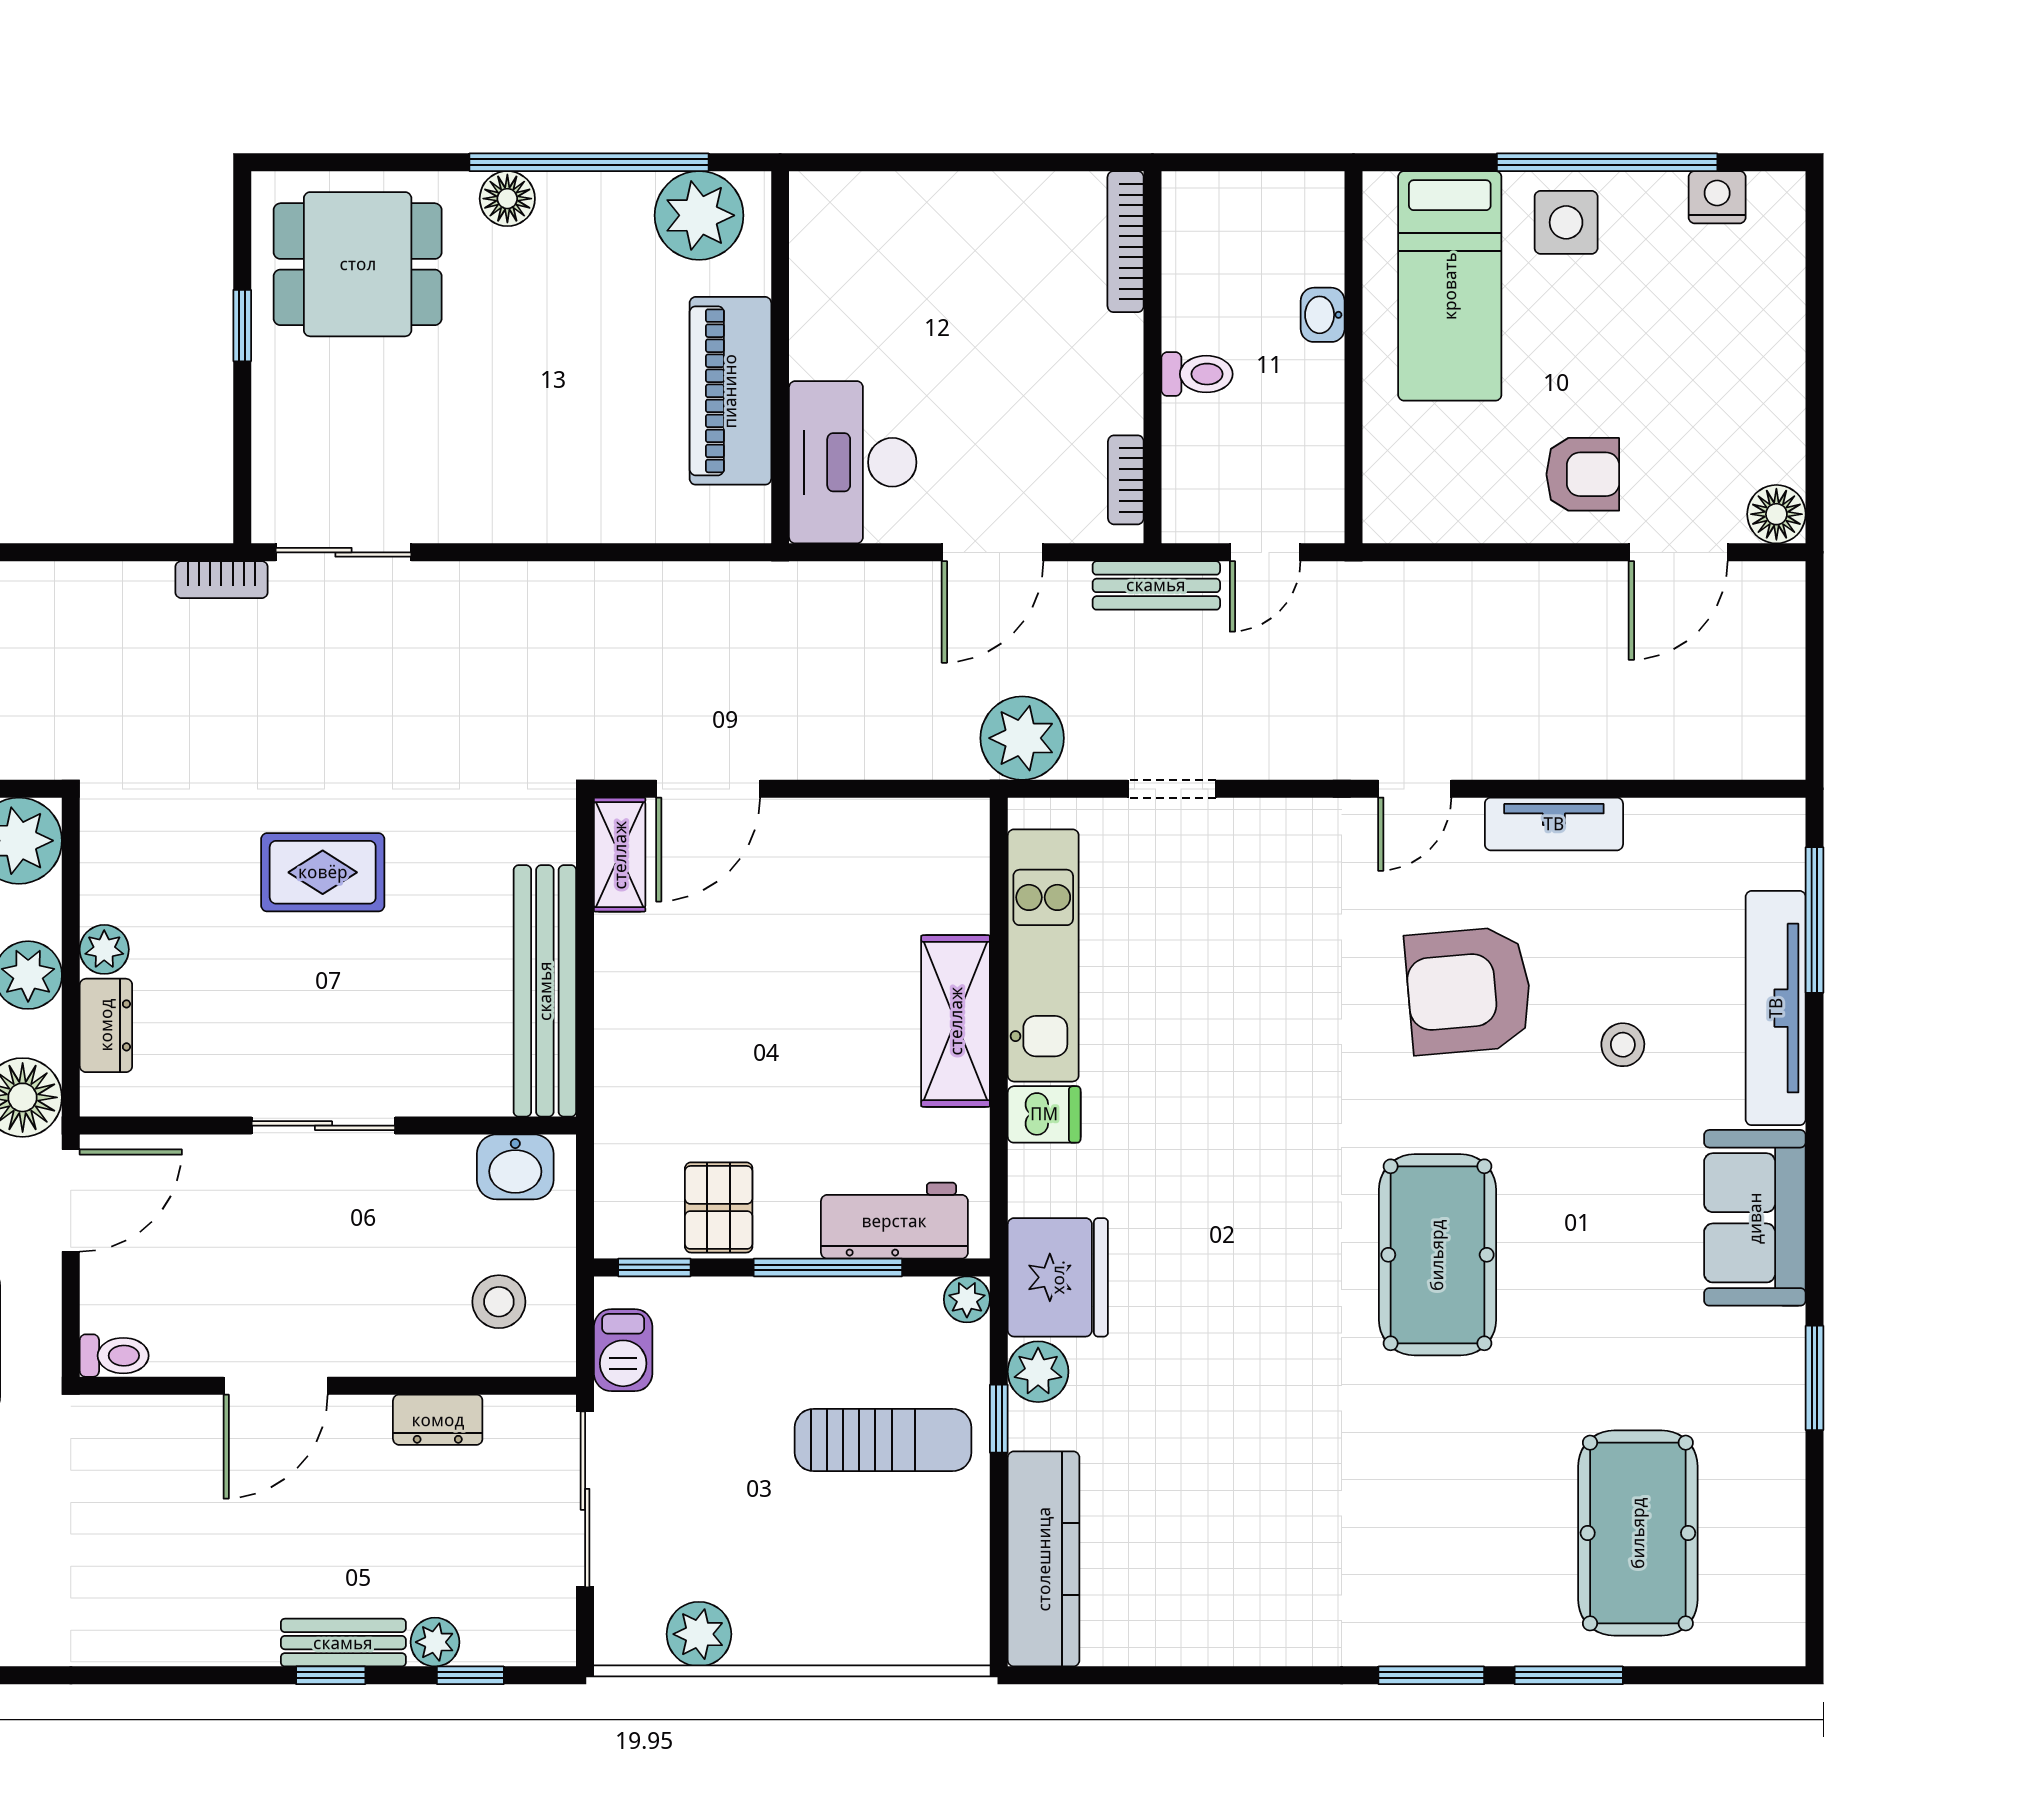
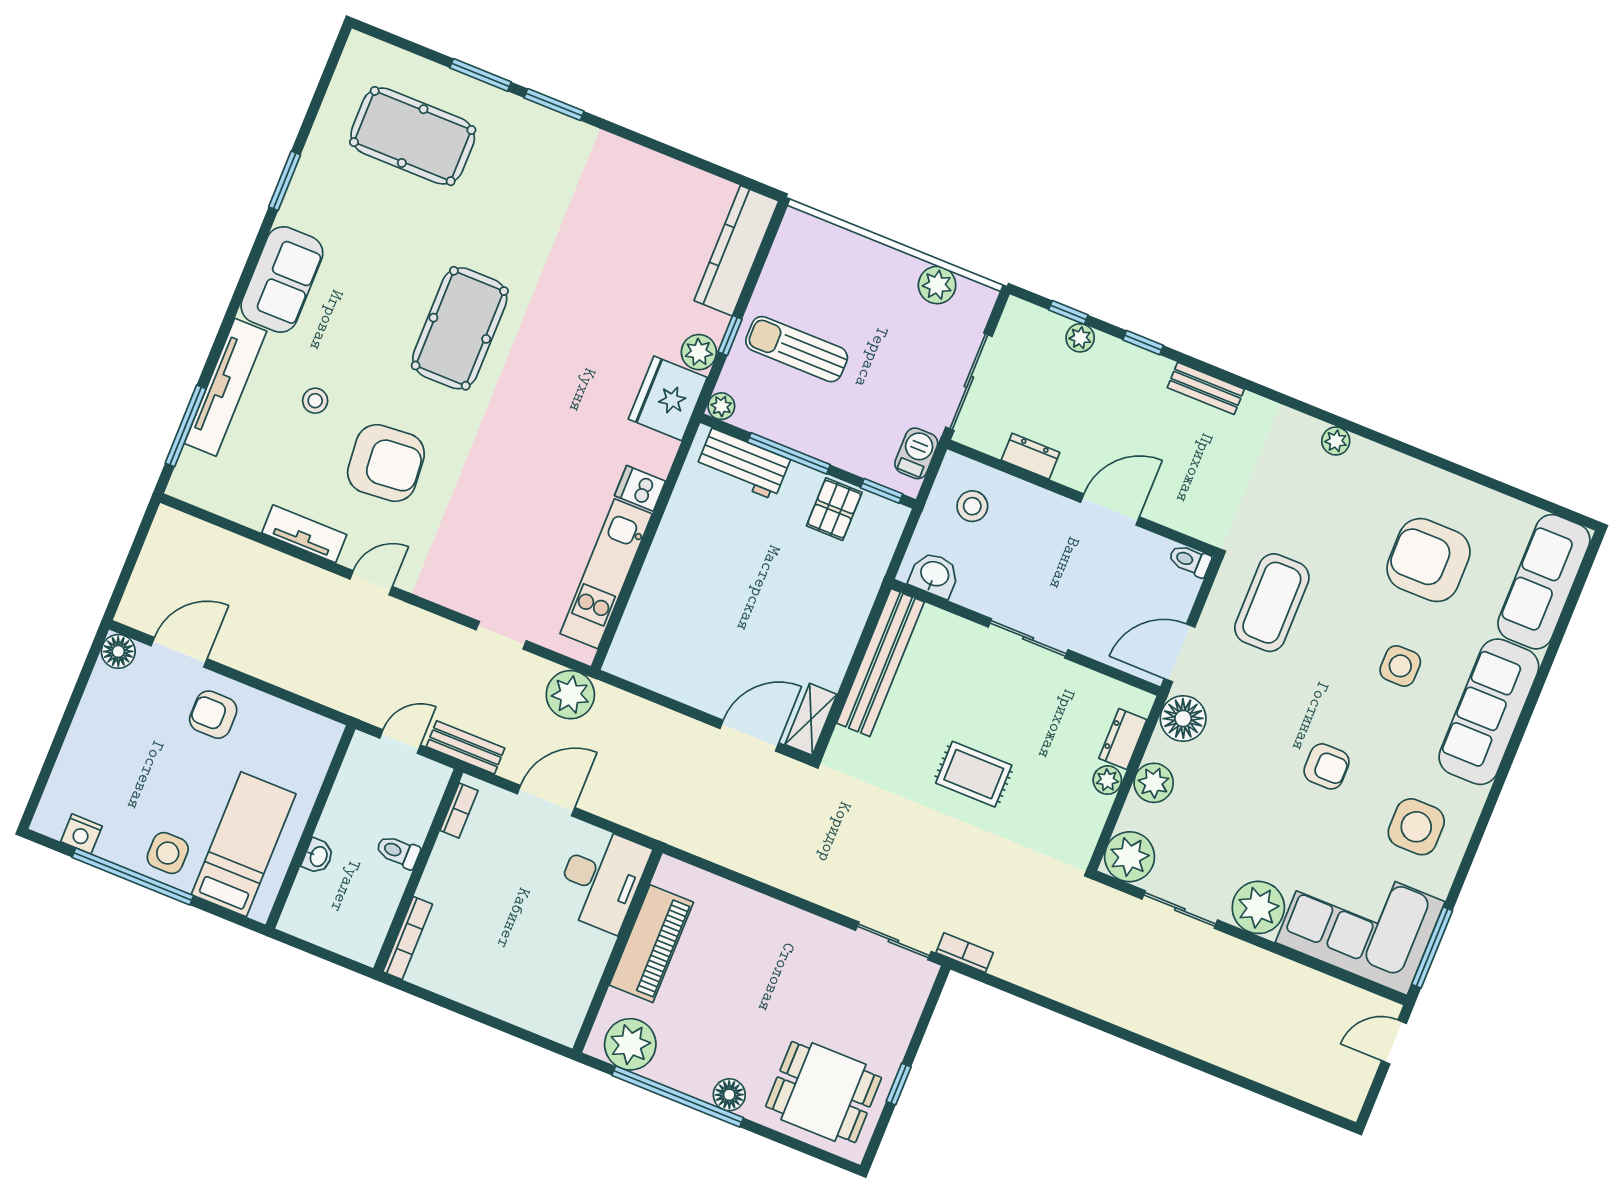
shelving: (956, 1021) -> (667, 558), removed
pool table: (1638, 1533) -> (413, 136), turned 90
bench: (343, 1643) -> (1206, 388), moved

